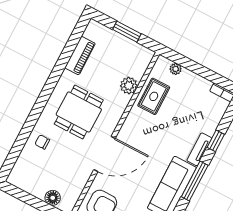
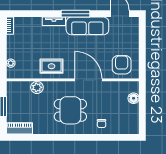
piano: (80, 56) -> (19, 128), moved
rug: (154, 96) -> (52, 66), moved
window: (216, 141) -> (43, 14), removed

